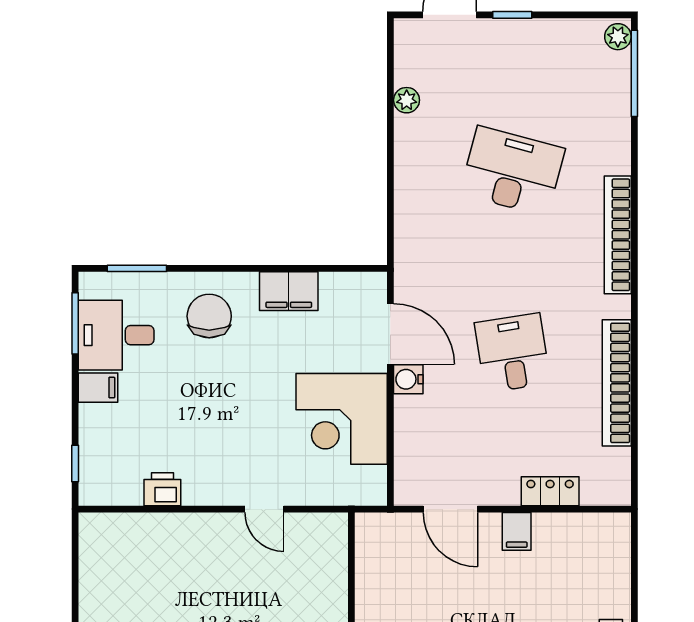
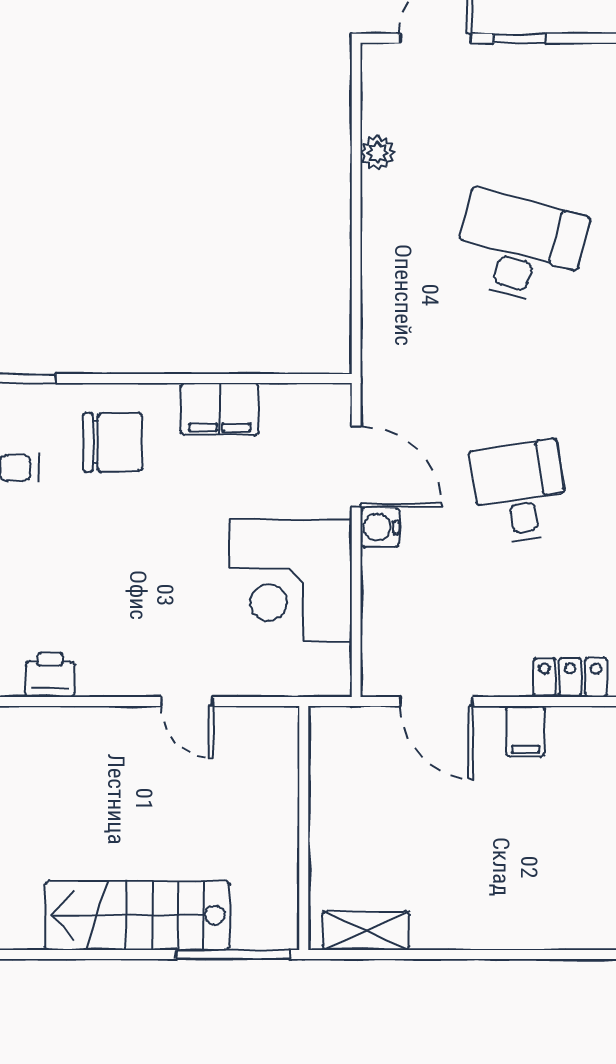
chair: (209, 316) -> (113, 442), turned 90

